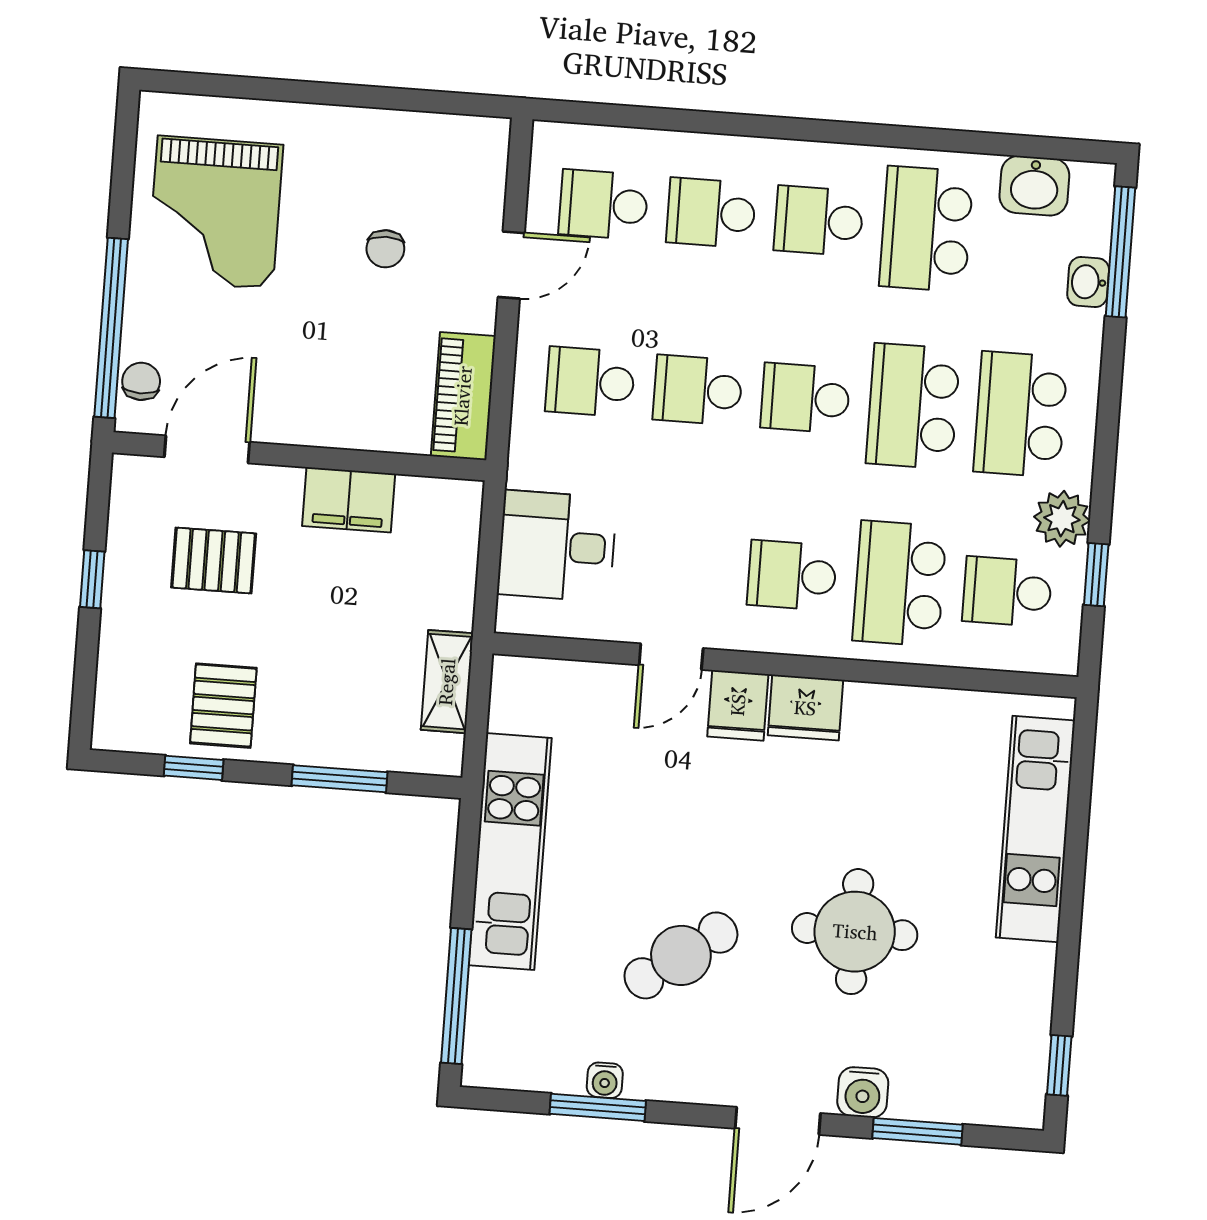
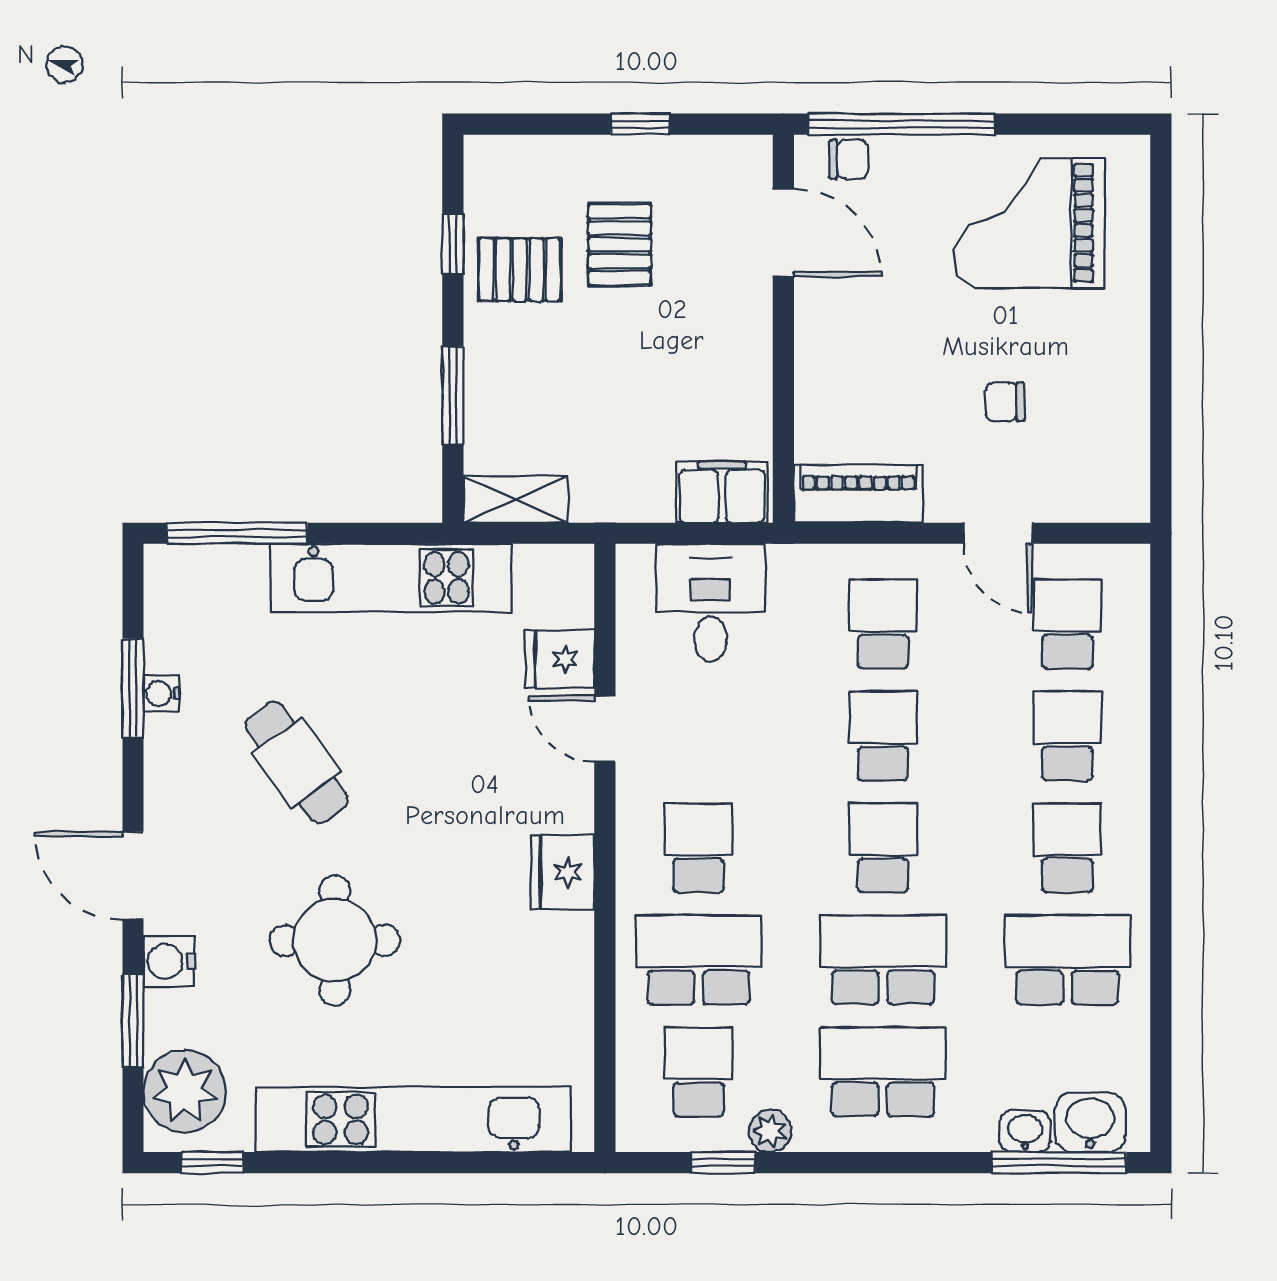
washbasin: (1034, 186) -> (1090, 1122), moved, turned 90
filing cabinet: (349, 500) -> (722, 492), moved, turned 90
plant: (1062, 519) -> (770, 1131), width x0.73, depth x0.73
pallet: (214, 560) -> (620, 245), moved
shelving: (447, 682) -> (515, 499), moved
fridge: (738, 705) -> (560, 659), moved
kitchen unit: (1035, 829) -> (413, 1120), width x1.36
plant: (989, 1087) -> (185, 1091), added

